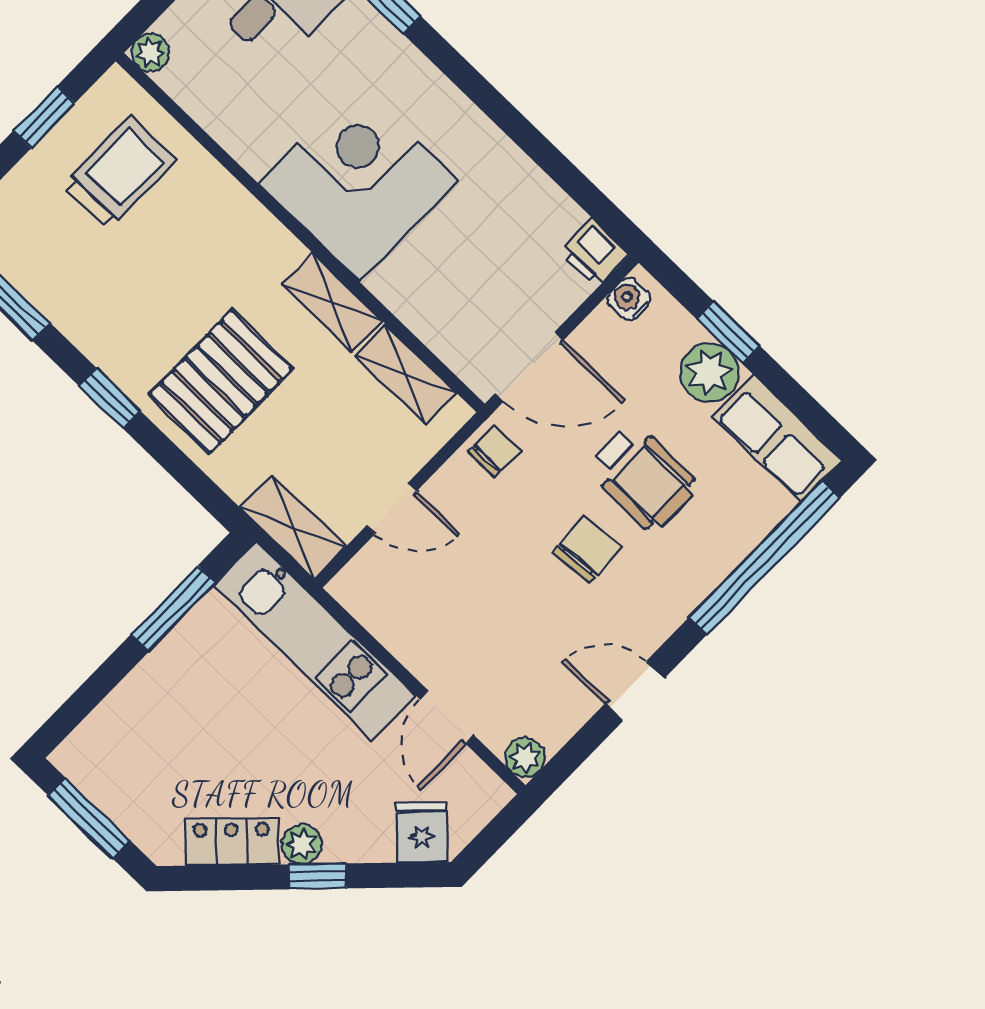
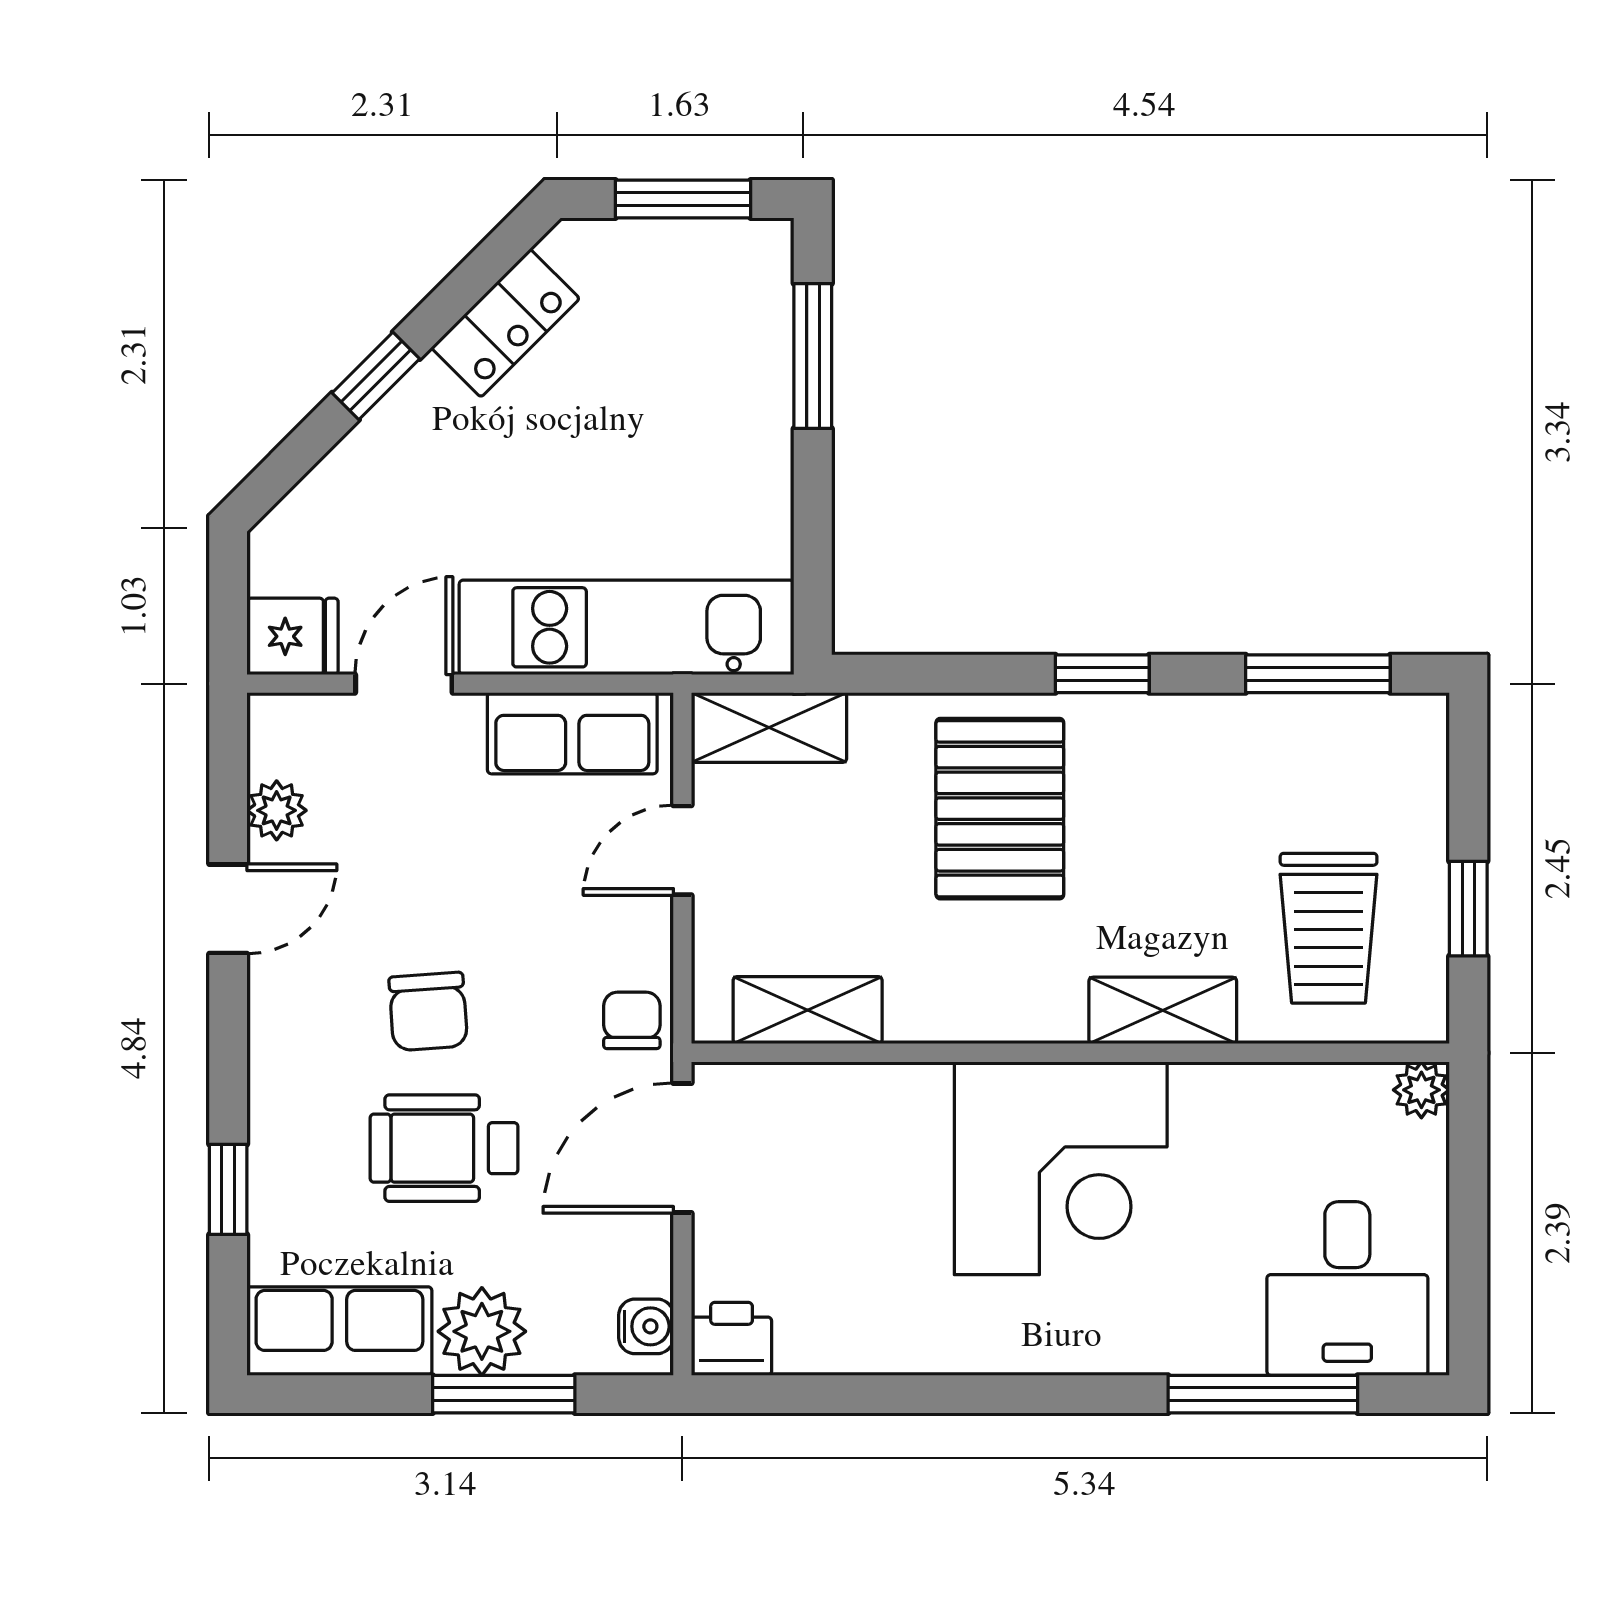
shelving: (332, 303) -> (1163, 1010), moved
window: (728, 332) -> (504, 1394), width x1.50
chair: (494, 451) -> (632, 1020), turned 180
window: (765, 557) -> (228, 1189), width x0.32
window: (173, 609) -> (813, 356), moved
row of seats: (389, 615) -> (572, 733), added
door: (447, 717) -> (404, 684), hinge flipped
plant: (525, 757) -> (277, 810), moved
fridge: (422, 832) -> (292, 636), moved, turned -45
plant: (302, 844) -> (427, 394), removed

